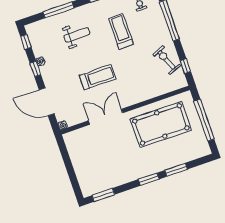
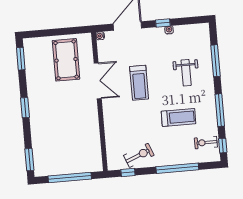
window: (26, 42) -> (192, 20), removed
pool table: (161, 124) -> (66, 60), moved, width x0.73, depth x0.76
window: (176, 170) -> (29, 160), moved

